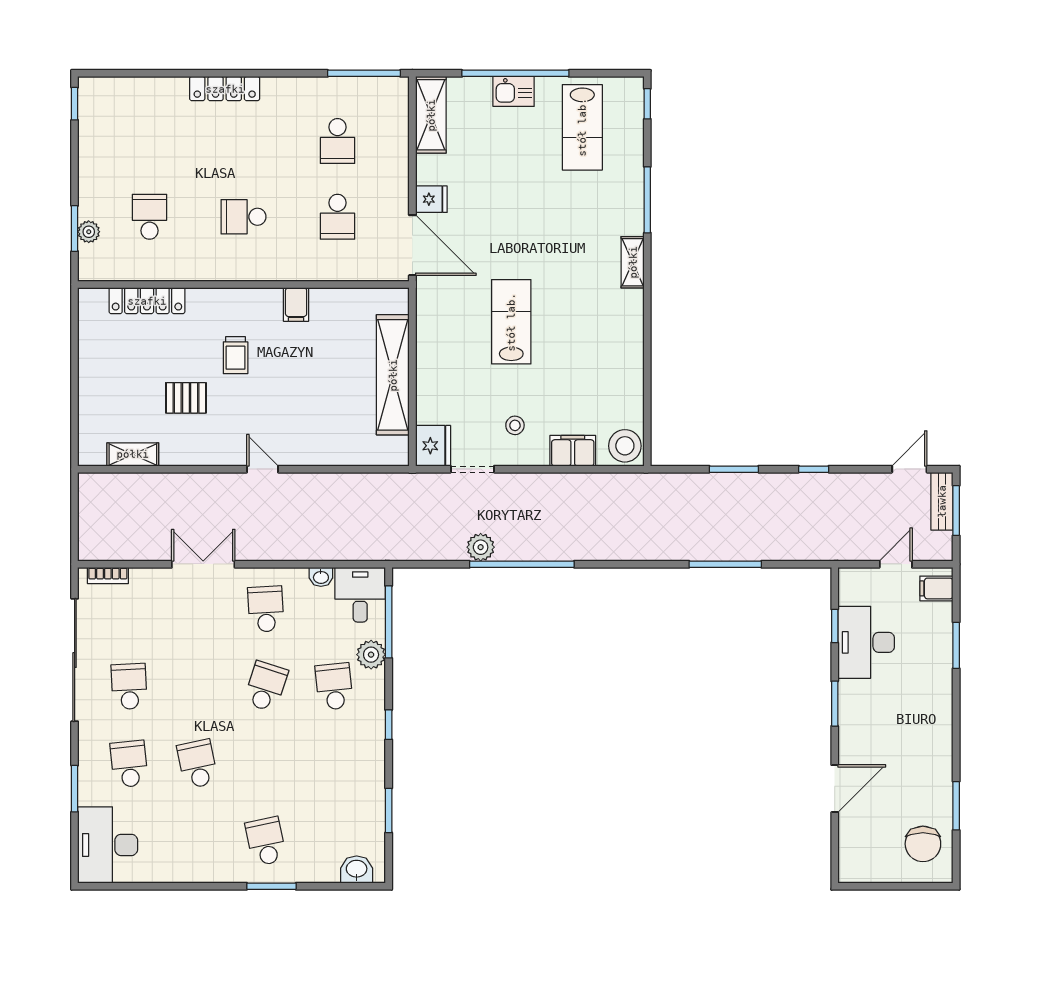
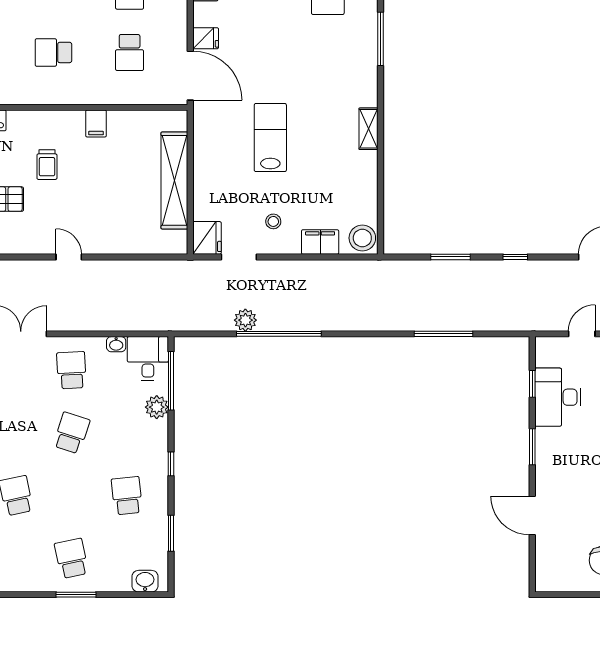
shelving: (633, 262) -> (369, 129), moved
school desk: (334, 686) -> (127, 496), moved
door: (835, 789) -> (532, 516), swing flipped

